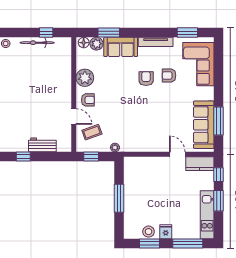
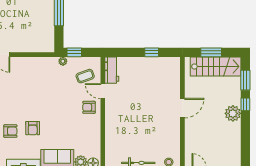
plant: (85, 78) -> (92, 129), removed
workbench: (42, 145) -> (112, 70), moved, turned -90
window: (91, 157) -> (74, 52), moved

